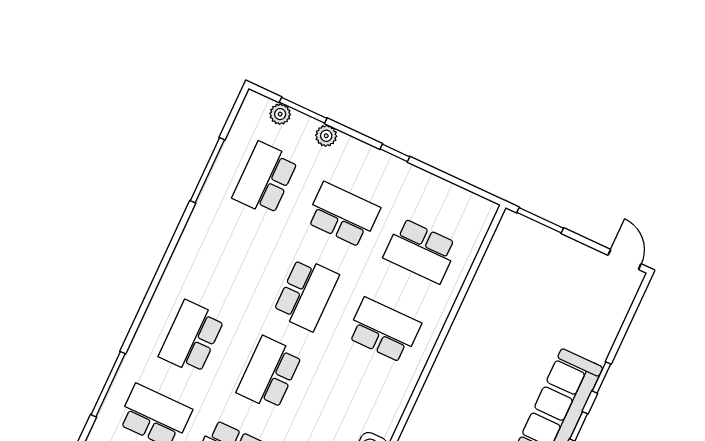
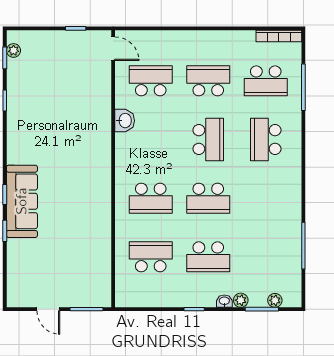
washbasin: (349, 145) -> (224, 301), added
school desk: (265, 179) -> (266, 257), removed
door: (625, 259) -> (48, 309), moved
school desk: (306, 294) -> (208, 198), turned -90
school desk: (192, 337) -> (266, 139), turned 180

